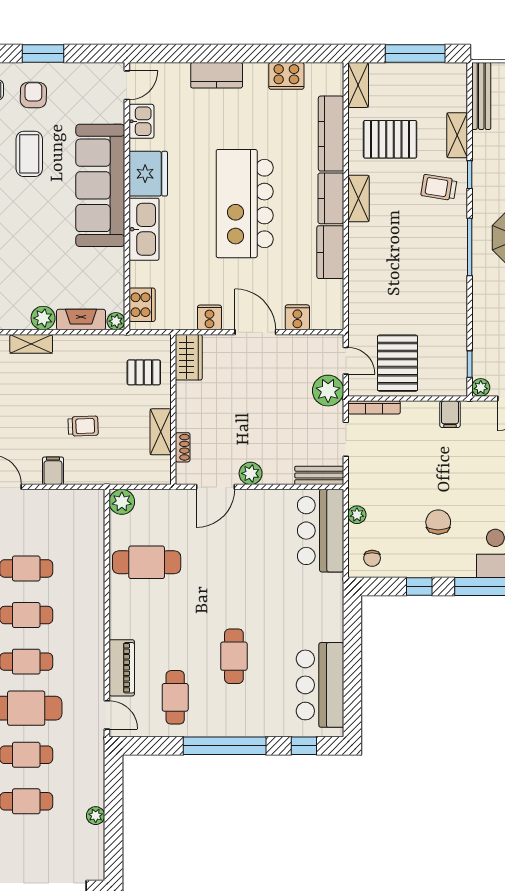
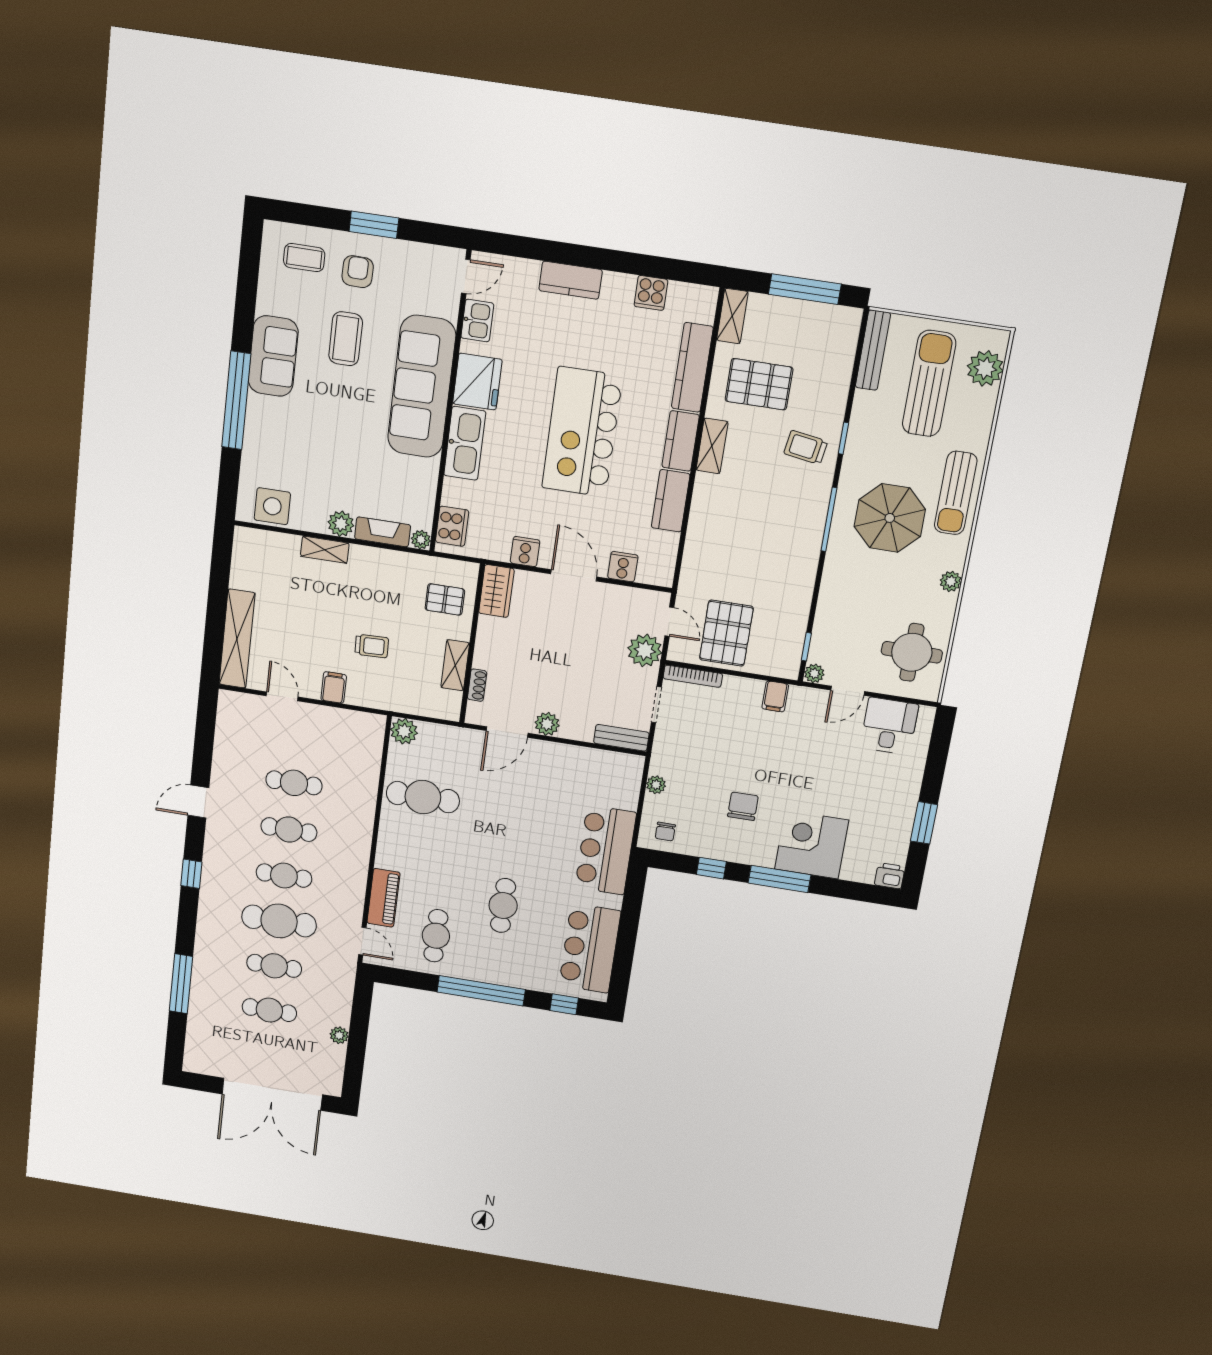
cooker: (286, 76) -> (651, 293), width x0.73
shelving: (457, 135) -> (837, 391), removed
bar counter: (321, 531) -> (606, 850), moved

